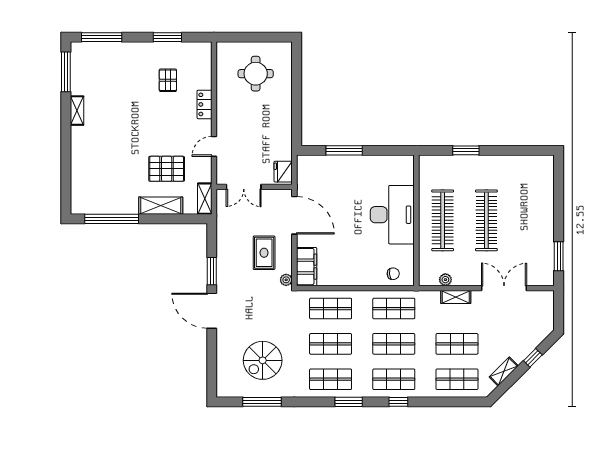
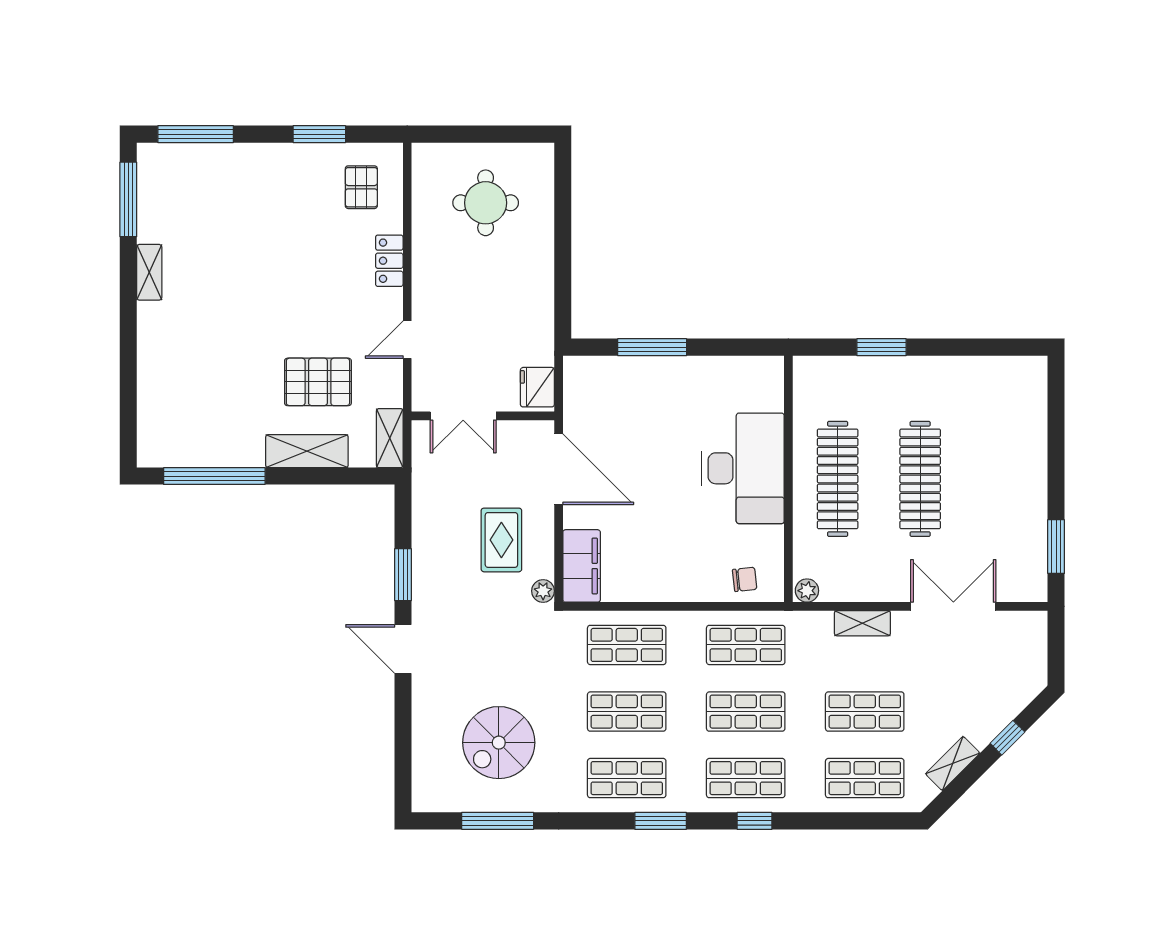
pallet: (168, 80) -> (361, 187), moved
plant: (445, 280) -> (807, 591), moved
door: (212, 311) -> (403, 649), width x0.73

